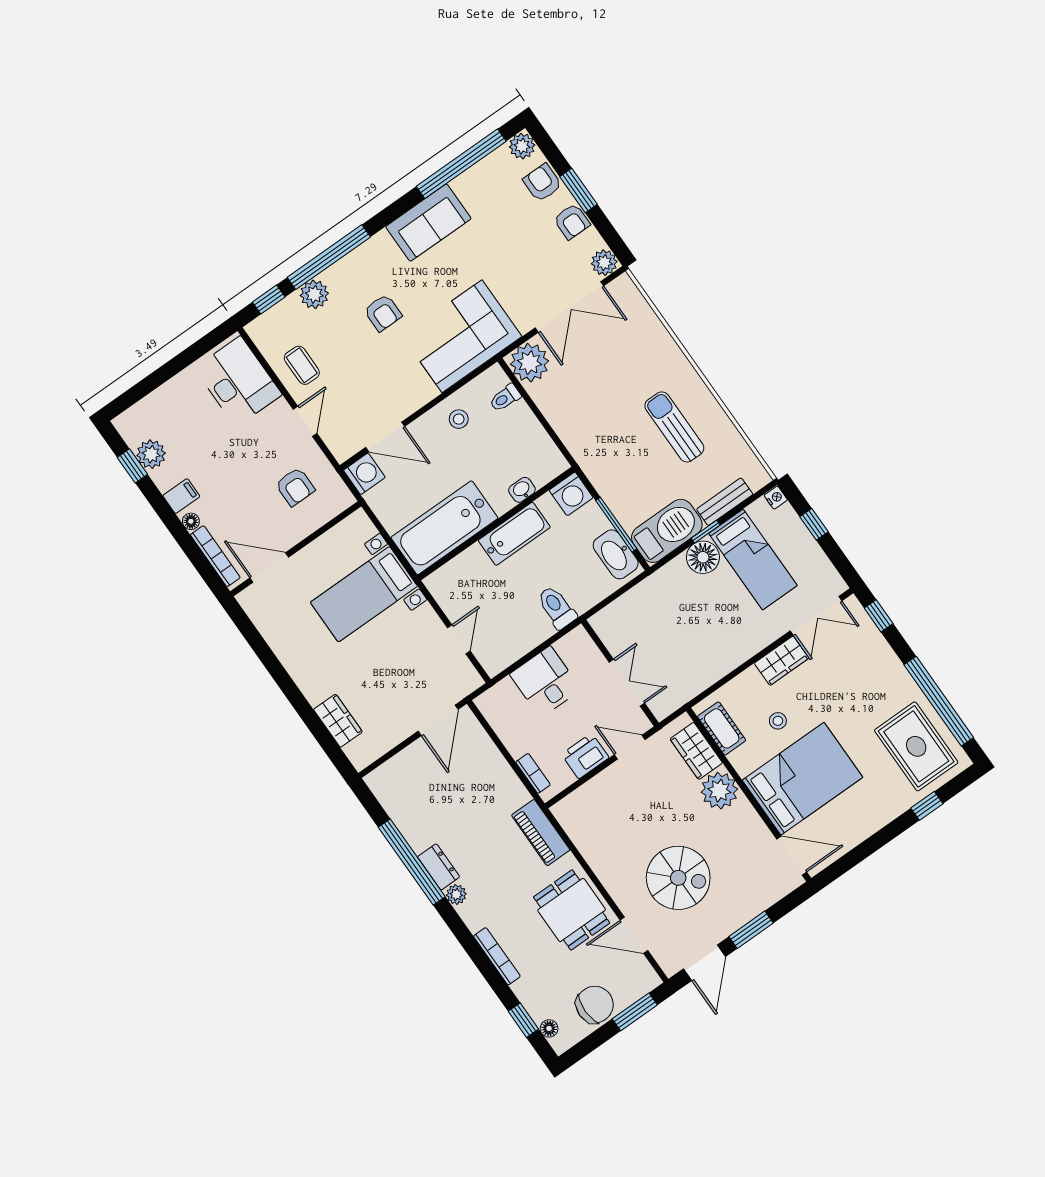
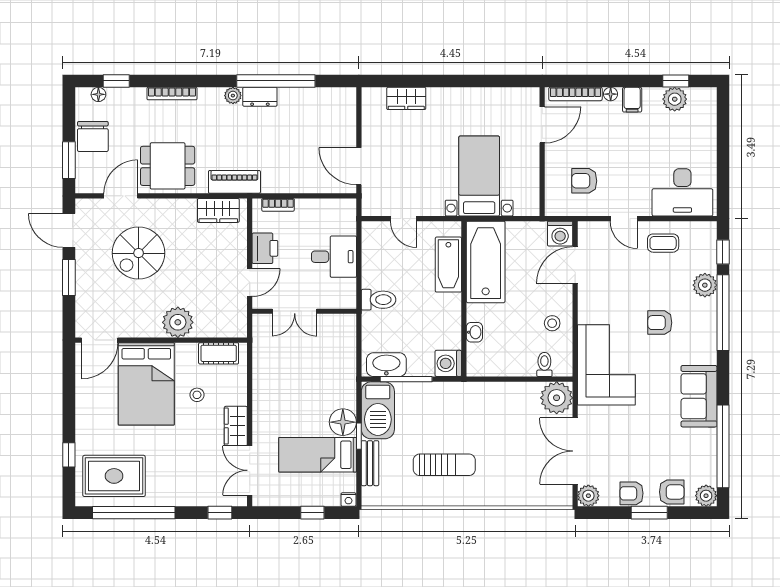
bathtub: (514, 534) -> (448, 265), moved
wardrobe: (696, 751) -> (218, 210), moved, turned 180

